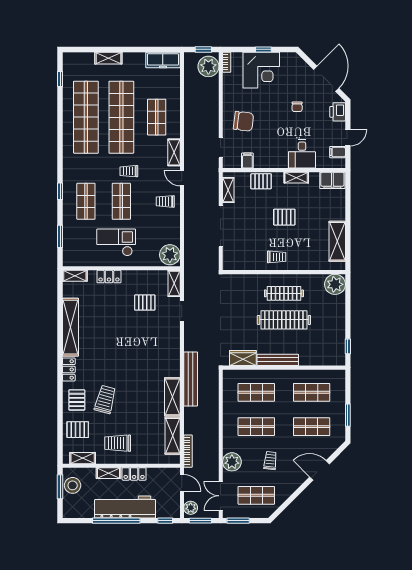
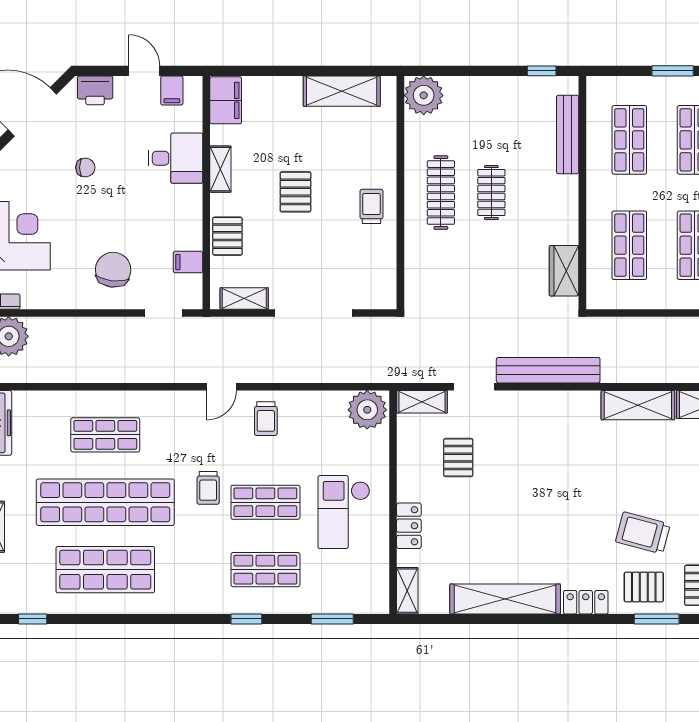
shop shelf: (86, 117) -> (105, 570), width x0.71
shelving: (174, 152) -> (172, 402), removed
clothes rail: (284, 320) -> (491, 193), width x0.54, depth x0.76
bench: (278, 360) -> (568, 135), moved
bench: (191, 379) -> (548, 370), moved
window: (60, 407) -> (657, 619), added

